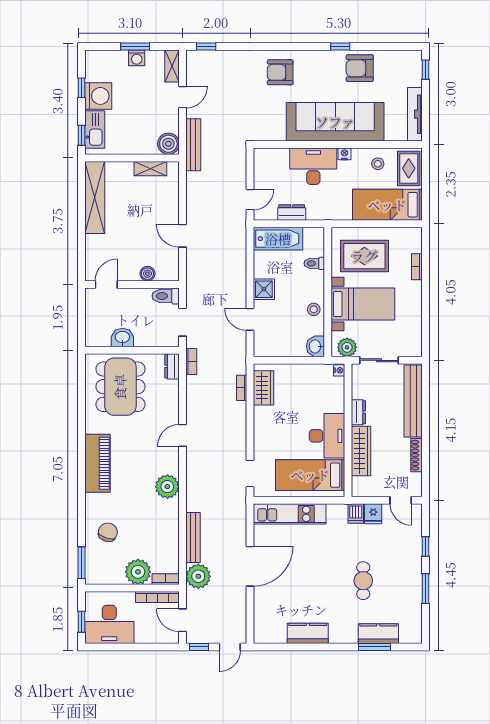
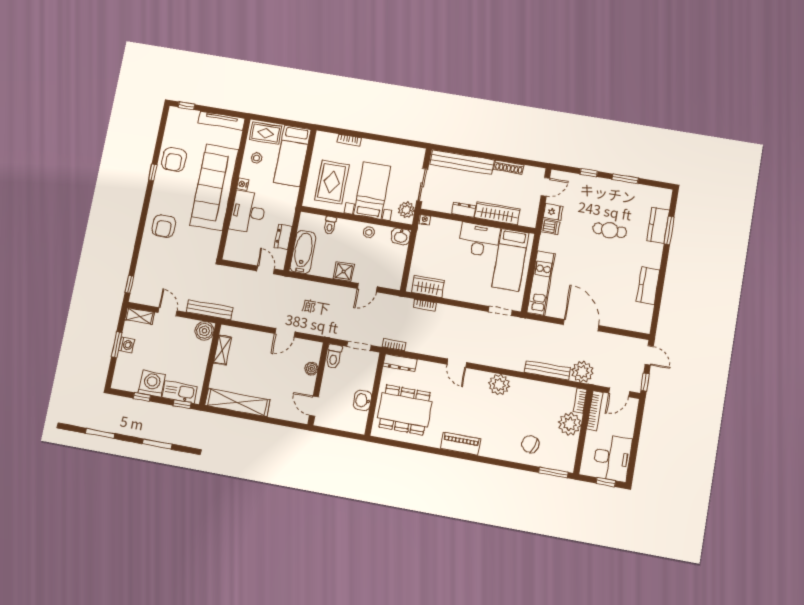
dresser: (172, 366) -> (400, 363), width x1.44
piano: (97, 463) -> (461, 444), width x0.73, depth x0.75

